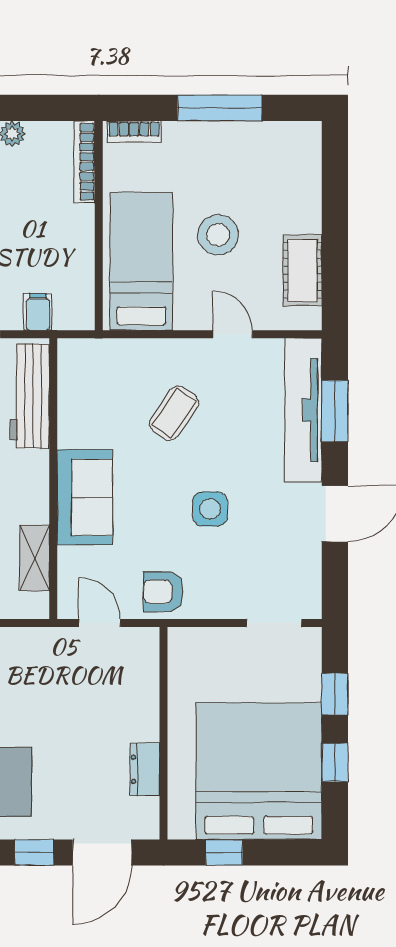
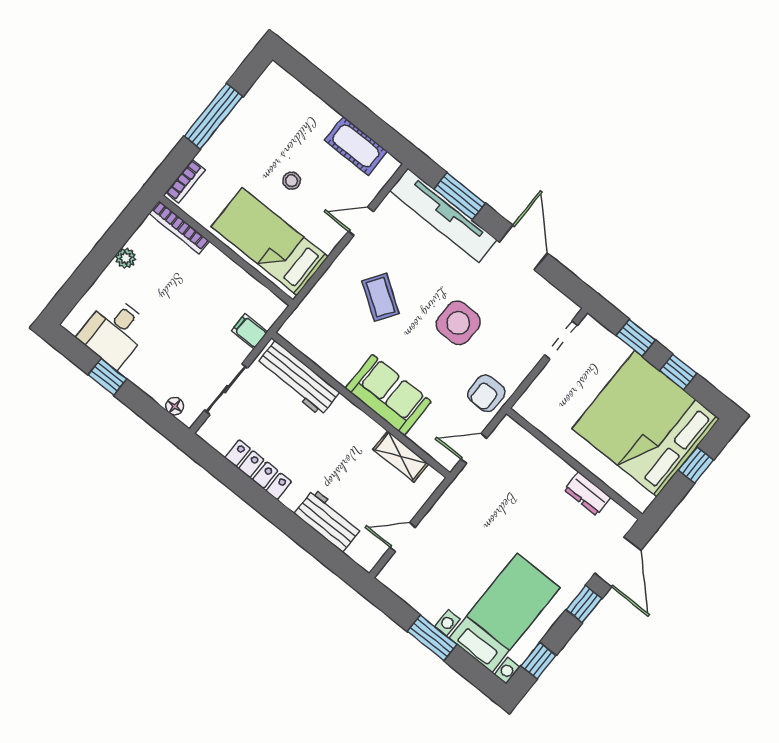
stool: (218, 235) -> (292, 181), width x0.53, depth x0.53
side table: (210, 509) -> (458, 323), width x1.37, depth x1.37
window: (224, 852) -> (696, 465), moved

